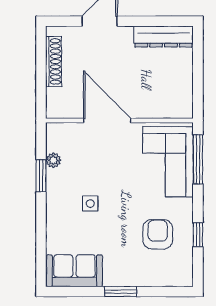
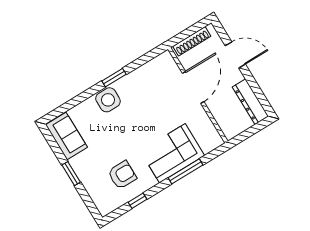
door: (107, 120) -> (193, 87), moved
wall: (119, 120) -> (198, 95), moved
plant: (53, 160) -> (129, 80), removed
side table: (90, 204) -> (108, 100), moved, width x1.87, depth x1.87

